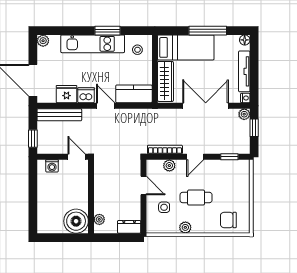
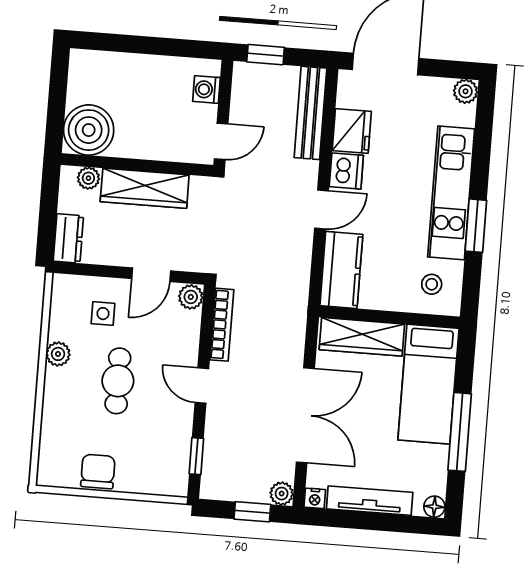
plant: (169, 166) -> (191, 297), moved
wardrobe: (102, 192) -> (145, 188), added
chair: (228, 220) -> (98, 472), moved

